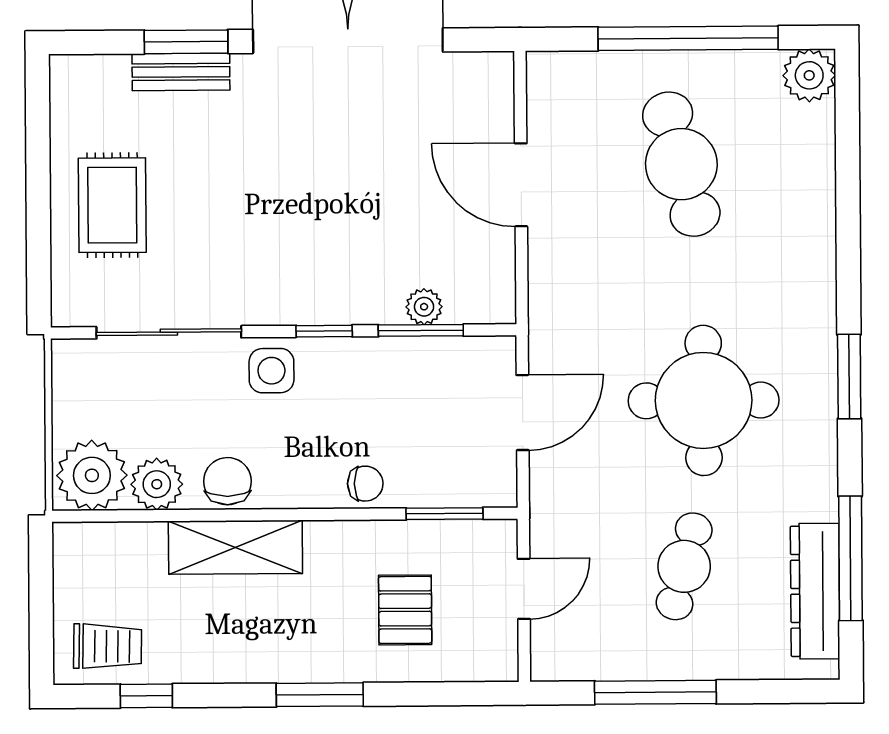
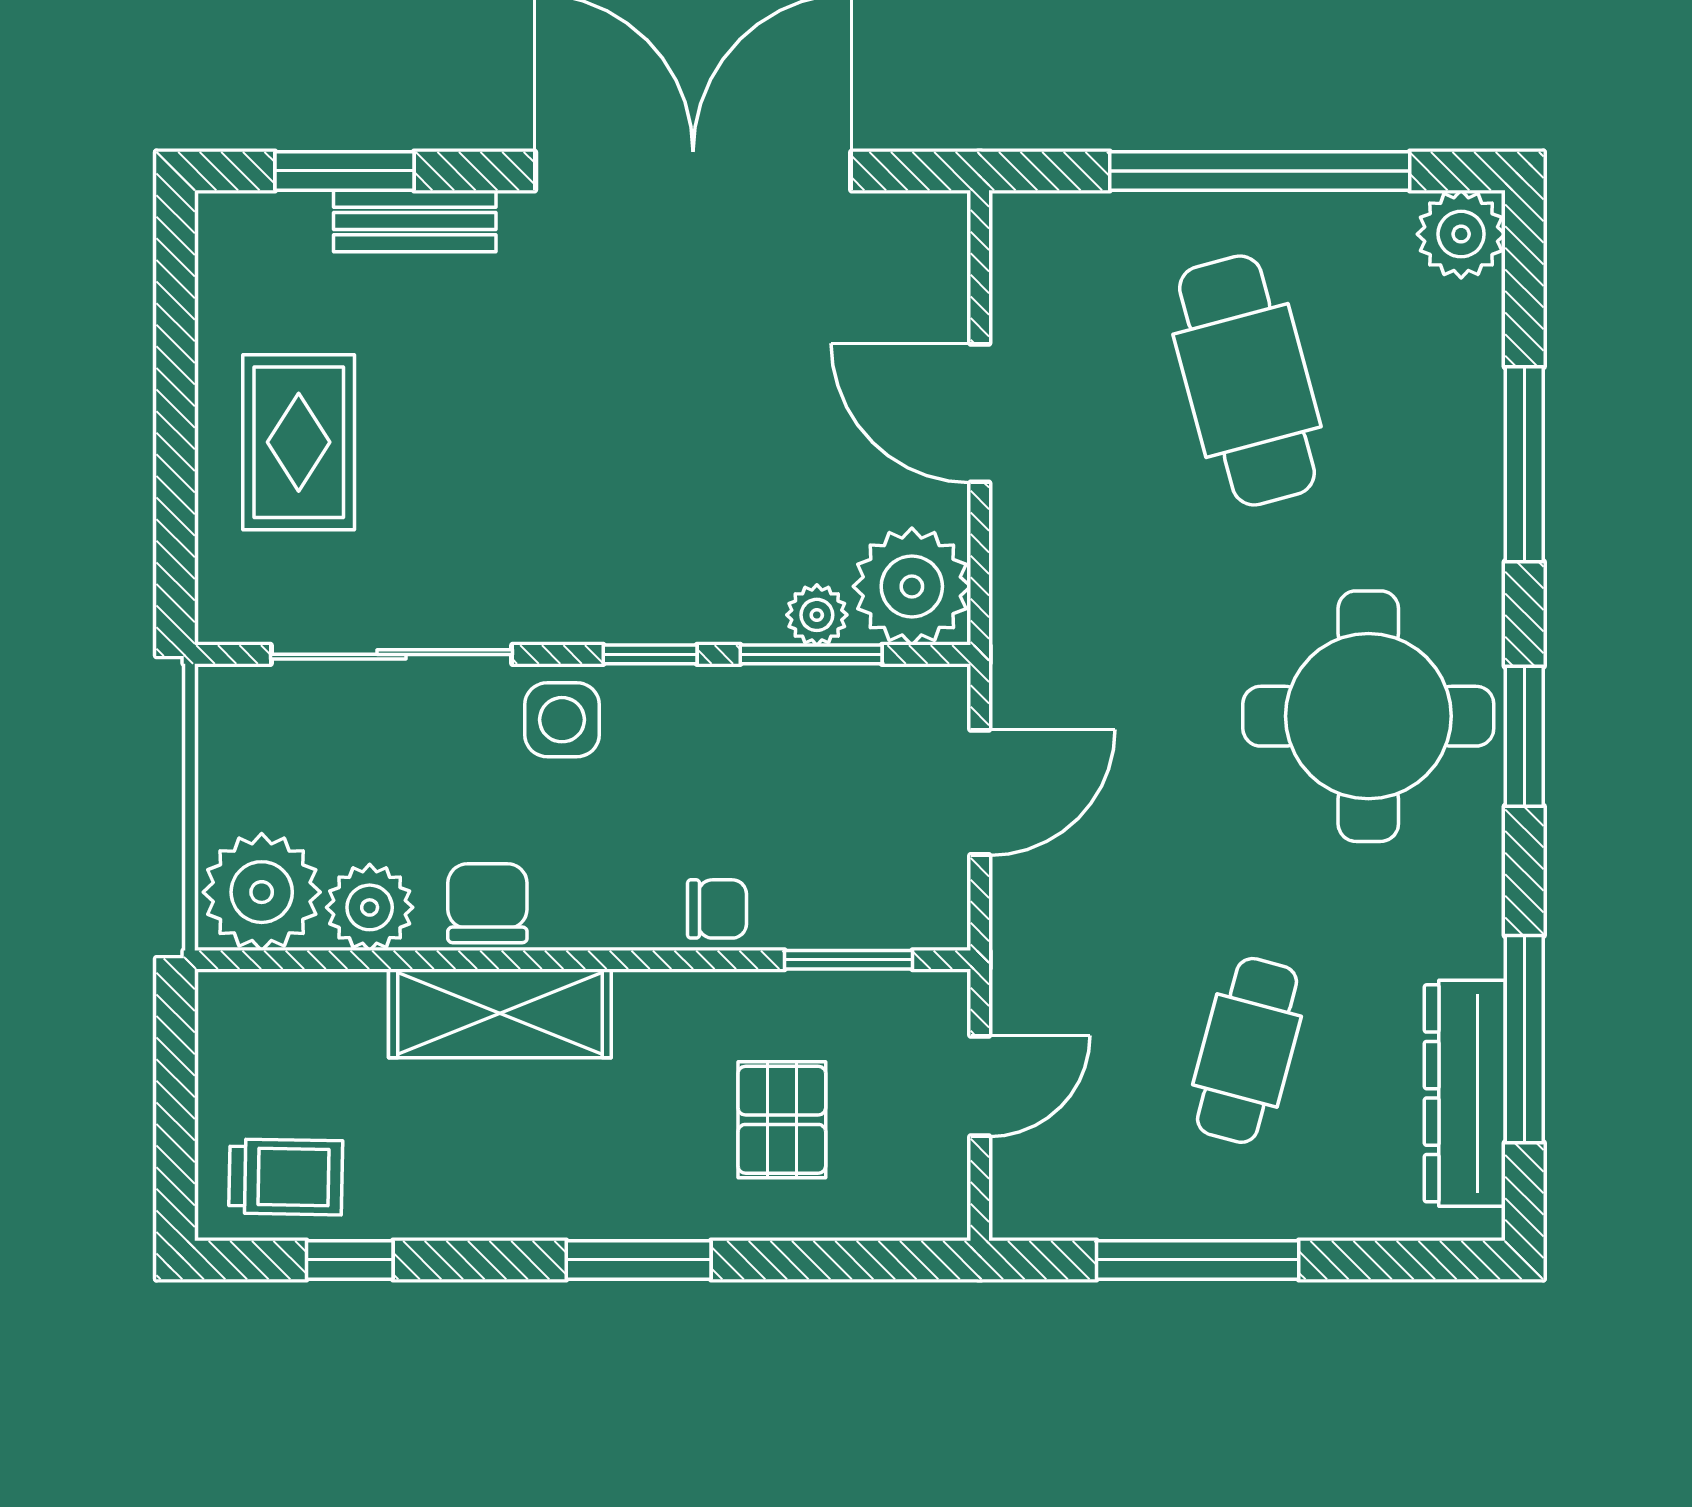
window: (186, 42) -> (344, 171), moved
window: (848, 213) -> (1524, 464), added
plant: (481, 289) -> (912, 586), added
round table: (704, 400) -> (1368, 716), moved

